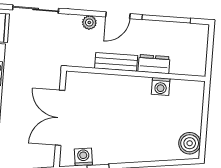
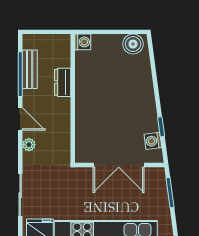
bench: (116, 62) -> (30, 69), moved
washing machine: (161, 86) -> (83, 42), moved

